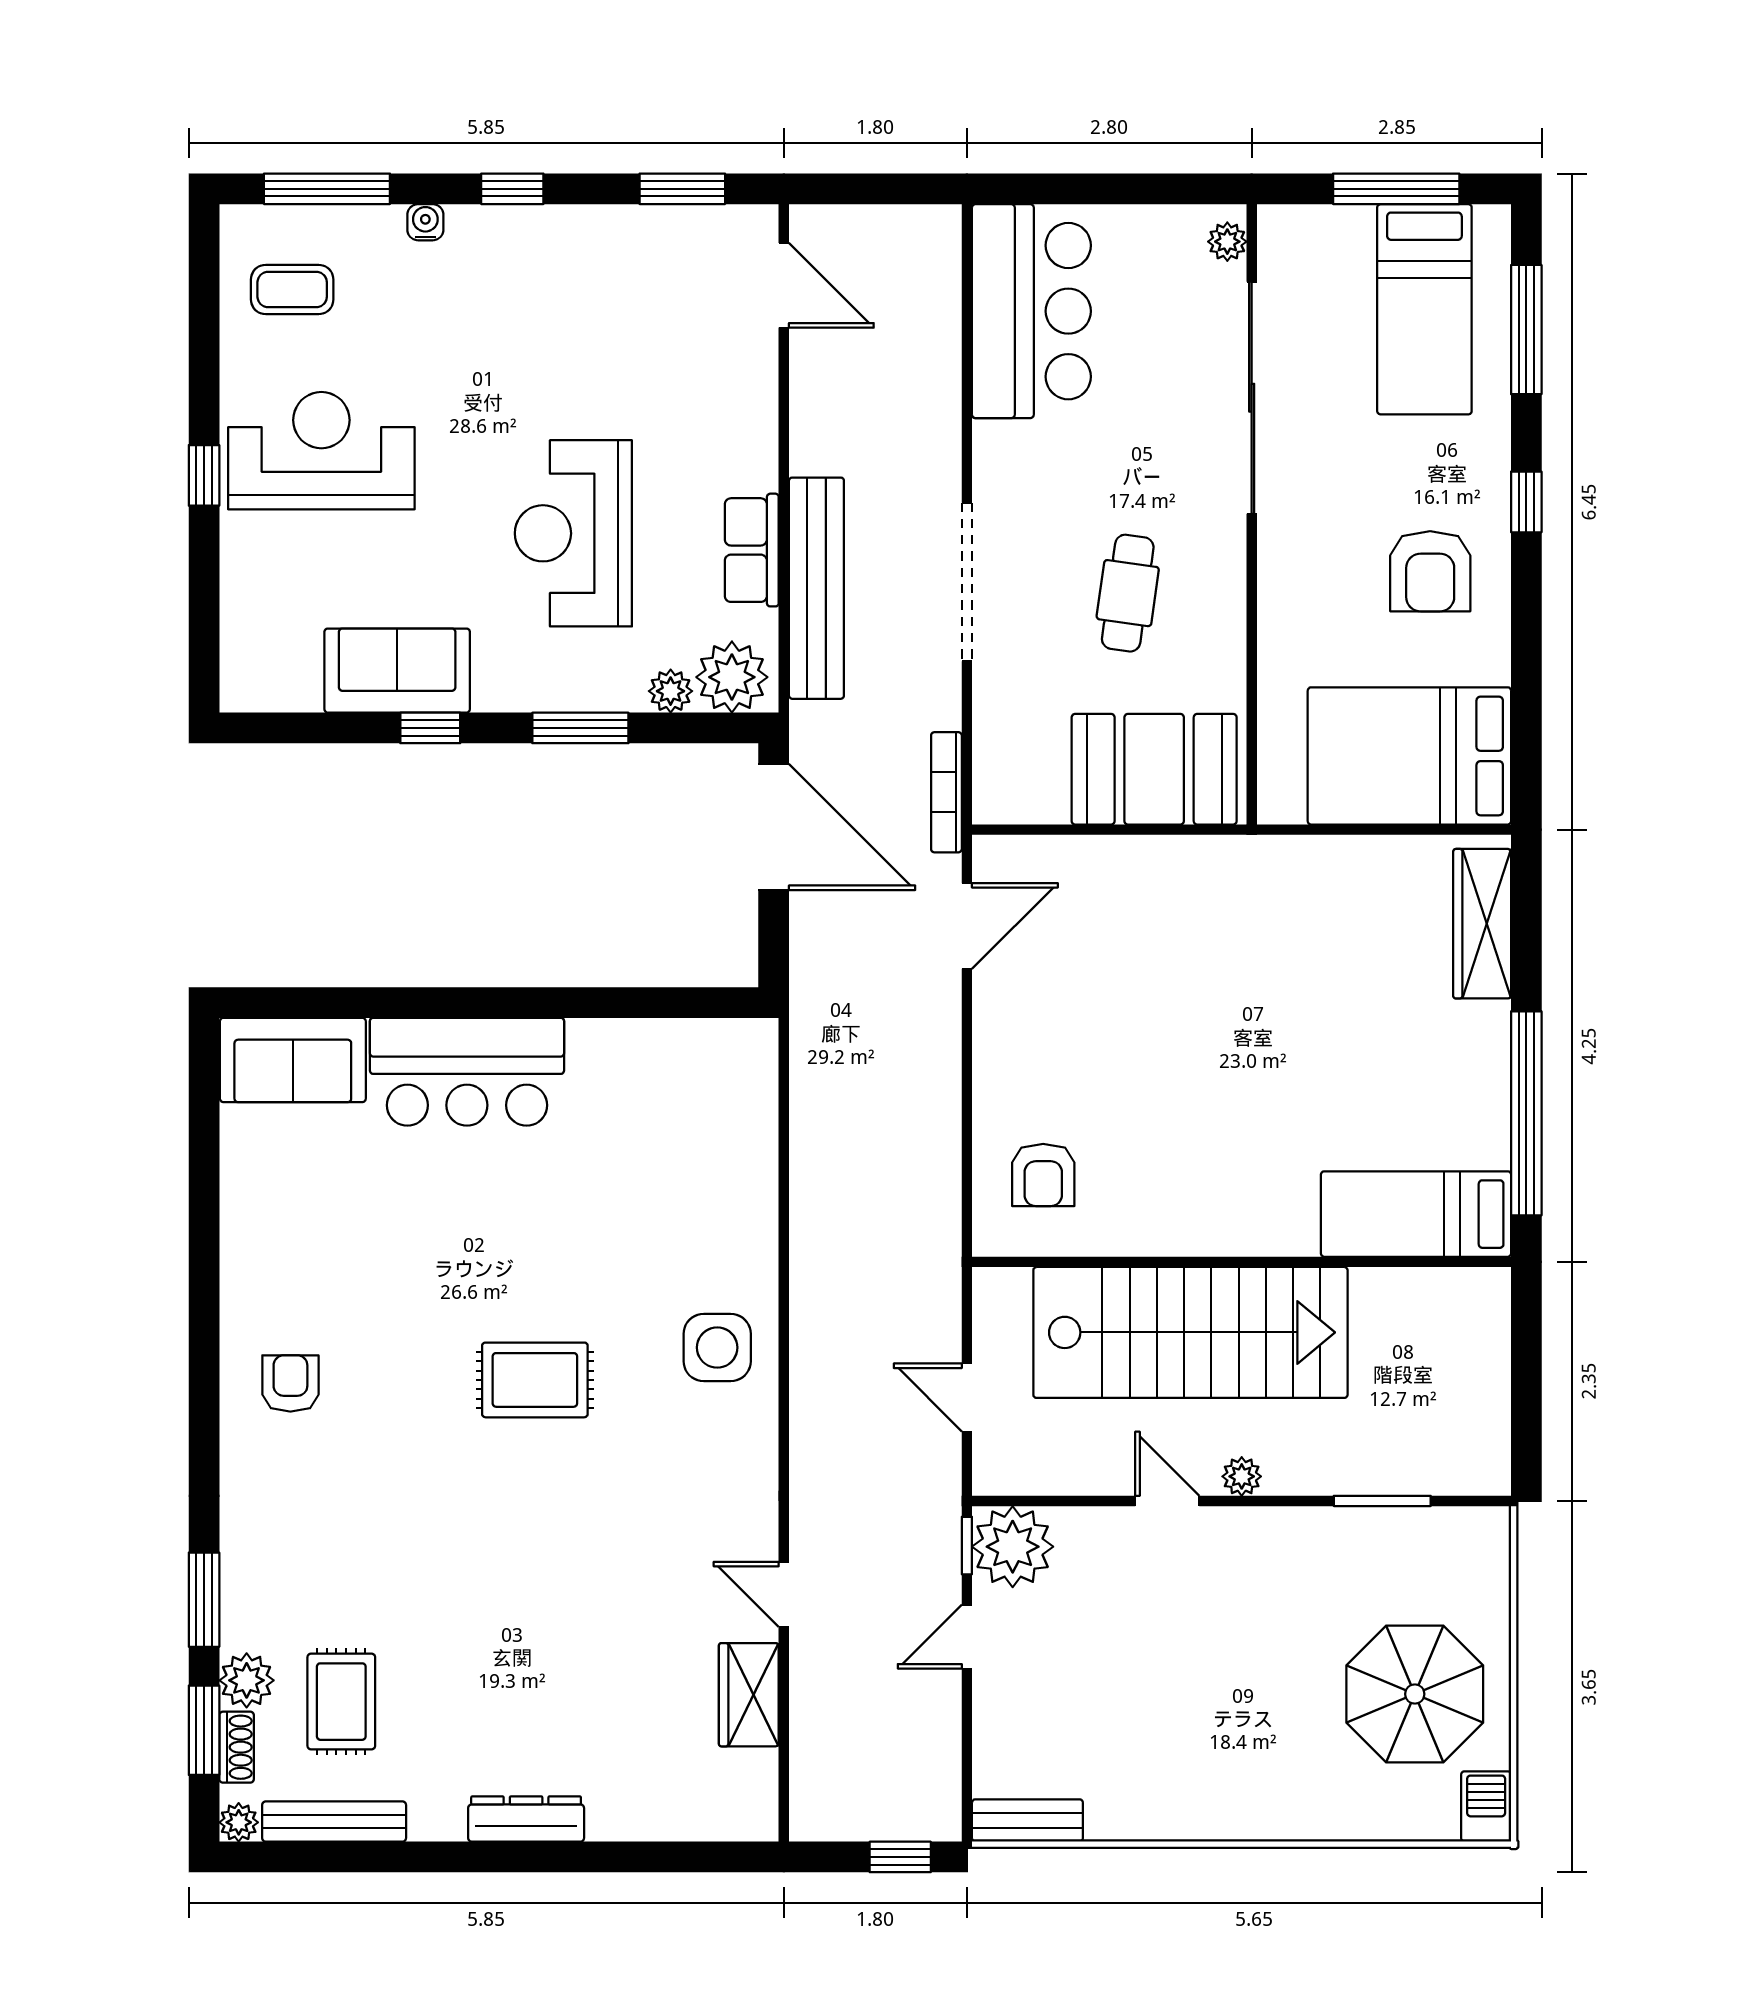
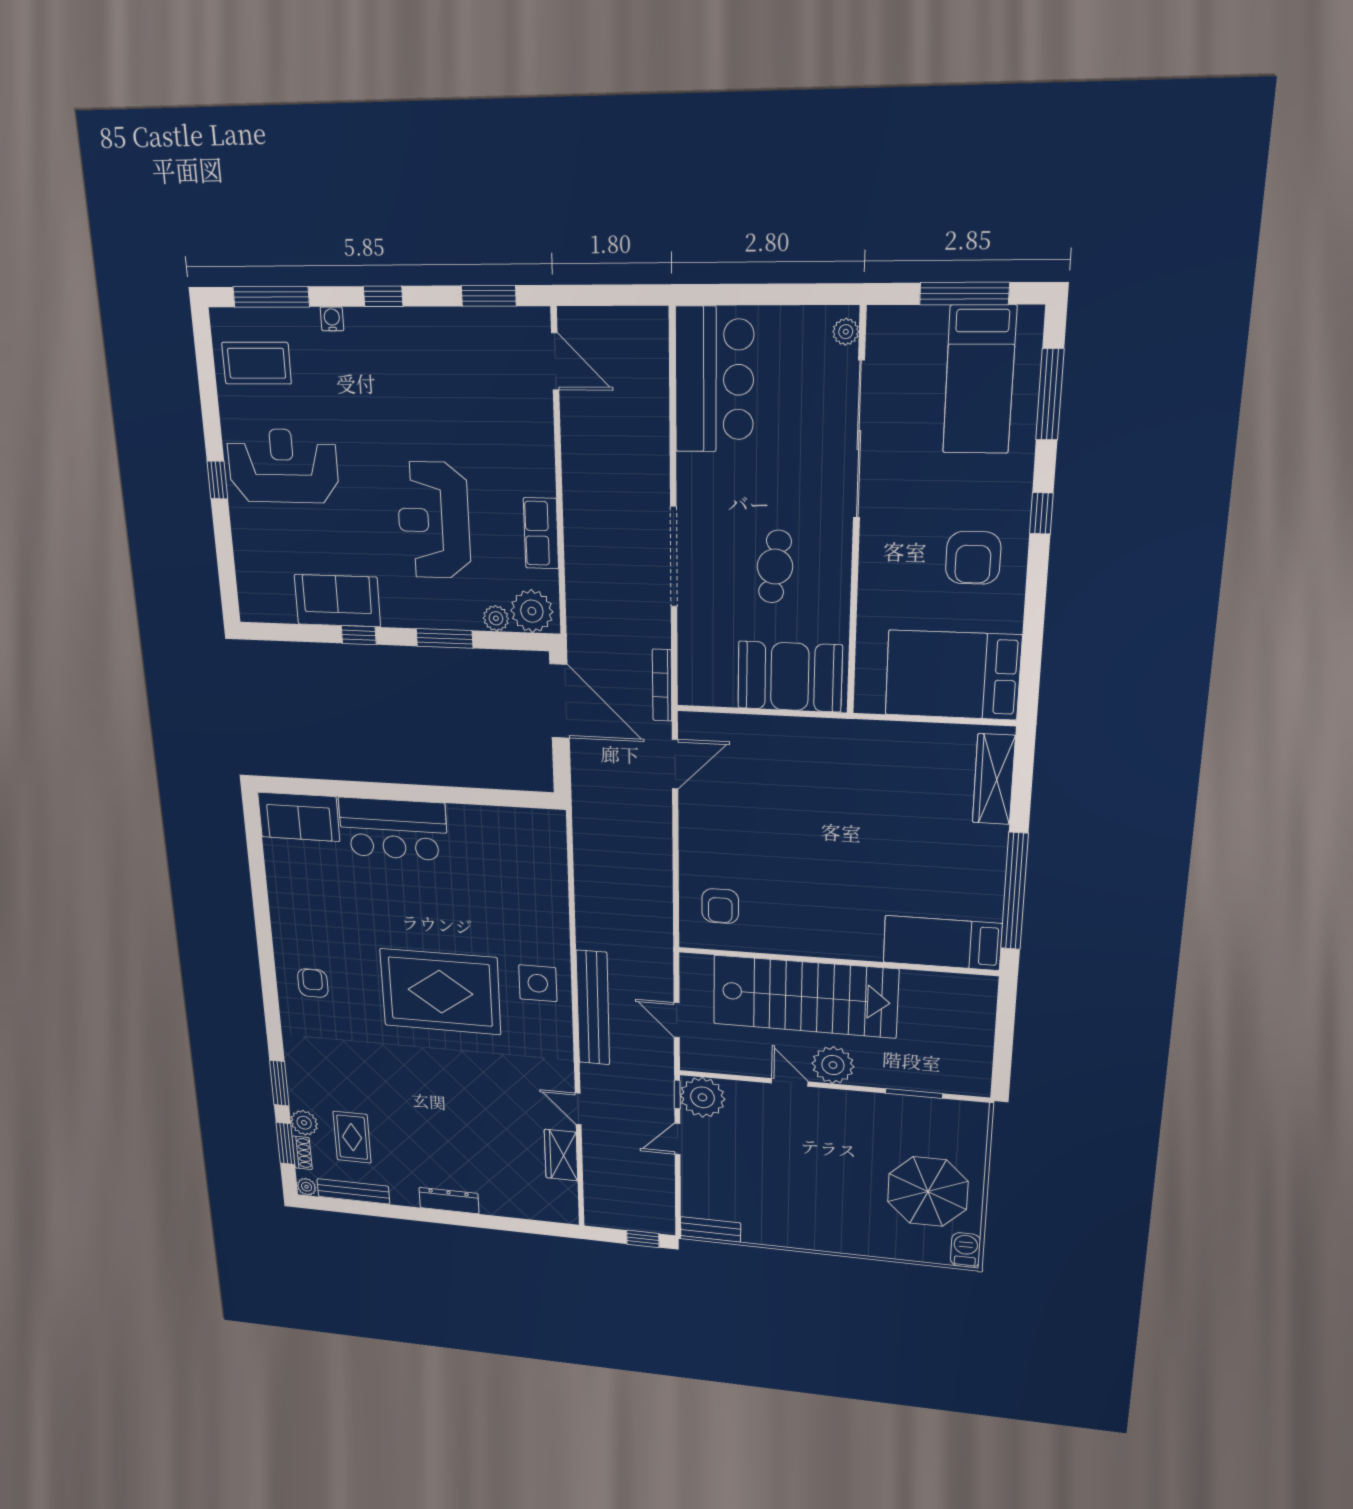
coffee table: (292, 289) -> (257, 363), width x1.36, depth x1.30
bench: (816, 588) -> (593, 1008), moved
rug: (535, 1380) -> (440, 992), width x1.86, depth x2.06
plant: (1242, 1476) -> (833, 1065), width x1.88, depth x1.88

